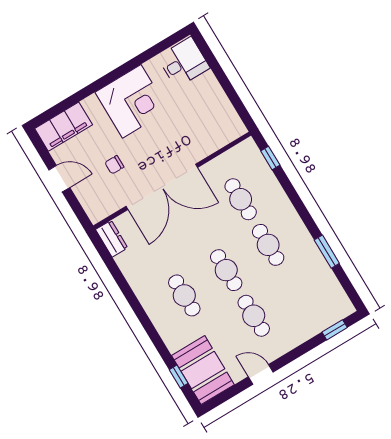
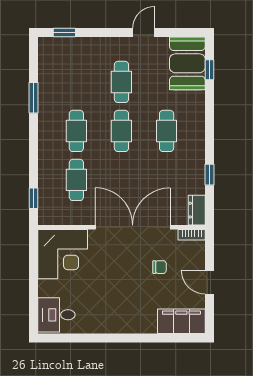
corner desk: (132, 101) -> (63, 254), moved, turned 180
bookcase: (103, 213) -> (192, 235), added
window: (120, 279) -> (209, 175), added
door: (261, 374) -> (144, 32), swing flipped

